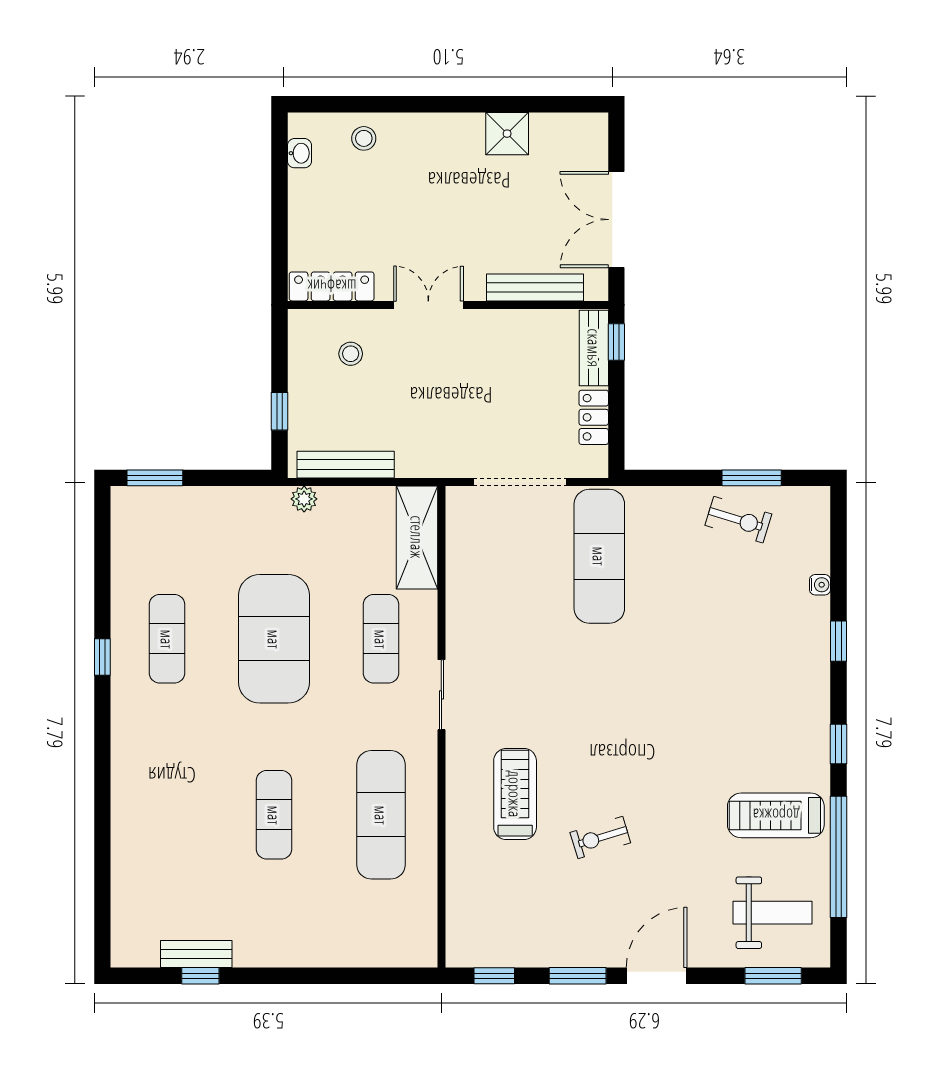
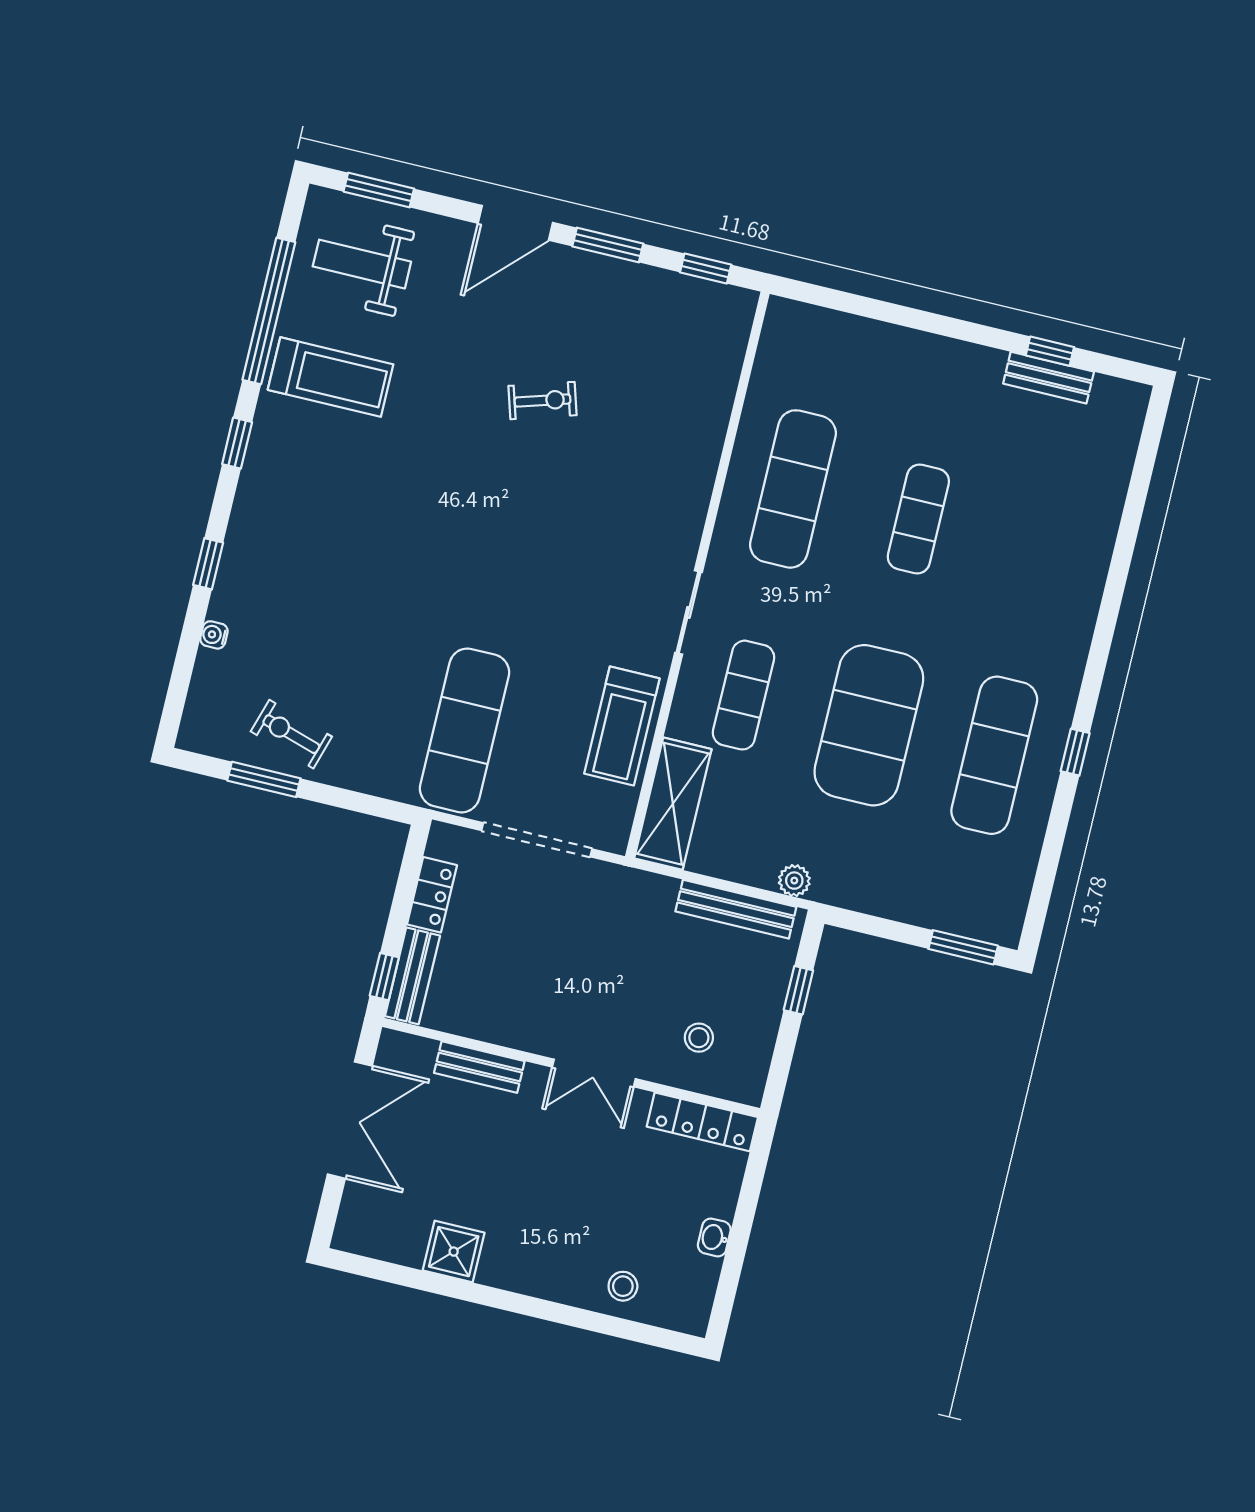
washbasin: (299, 153) -> (714, 1237), moved
bench: (535, 287) -> (479, 1067), width x0.73
exercise mat: (167, 639) -> (994, 755), width x1.36, depth x1.45
treadmill: (515, 794) -> (622, 726), moved

